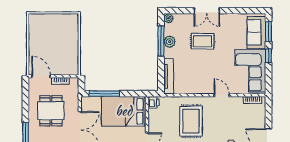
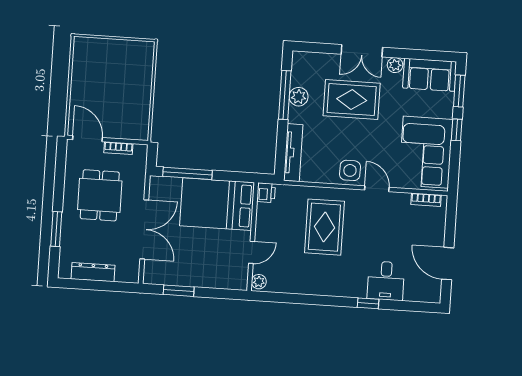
plant: (169, 18) -> (395, 65), moved
sofa: (256, 32) -> (430, 75), moved, turned -90
rug: (202, 41) -> (352, 100), width x1.36, depth x1.43
side table: (204, 85) -> (350, 170), added

